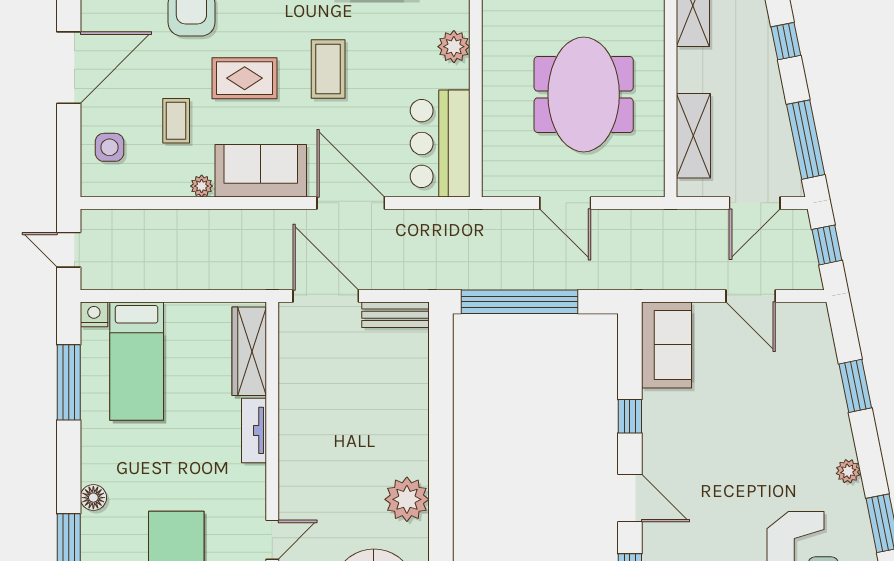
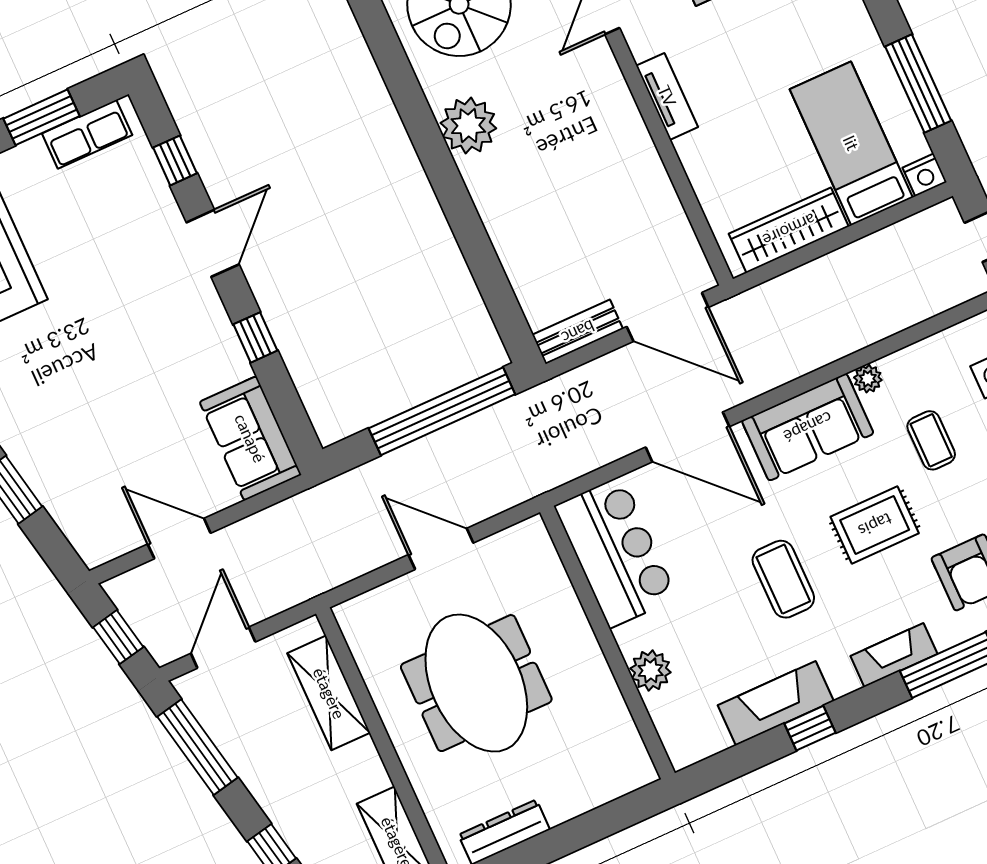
wardrobe: (249, 351) -> (789, 230), moved, turned -90
tv unit: (254, 430) -> (667, 96), moved
door: (630, 498) -> (213, 243), swing flipped

